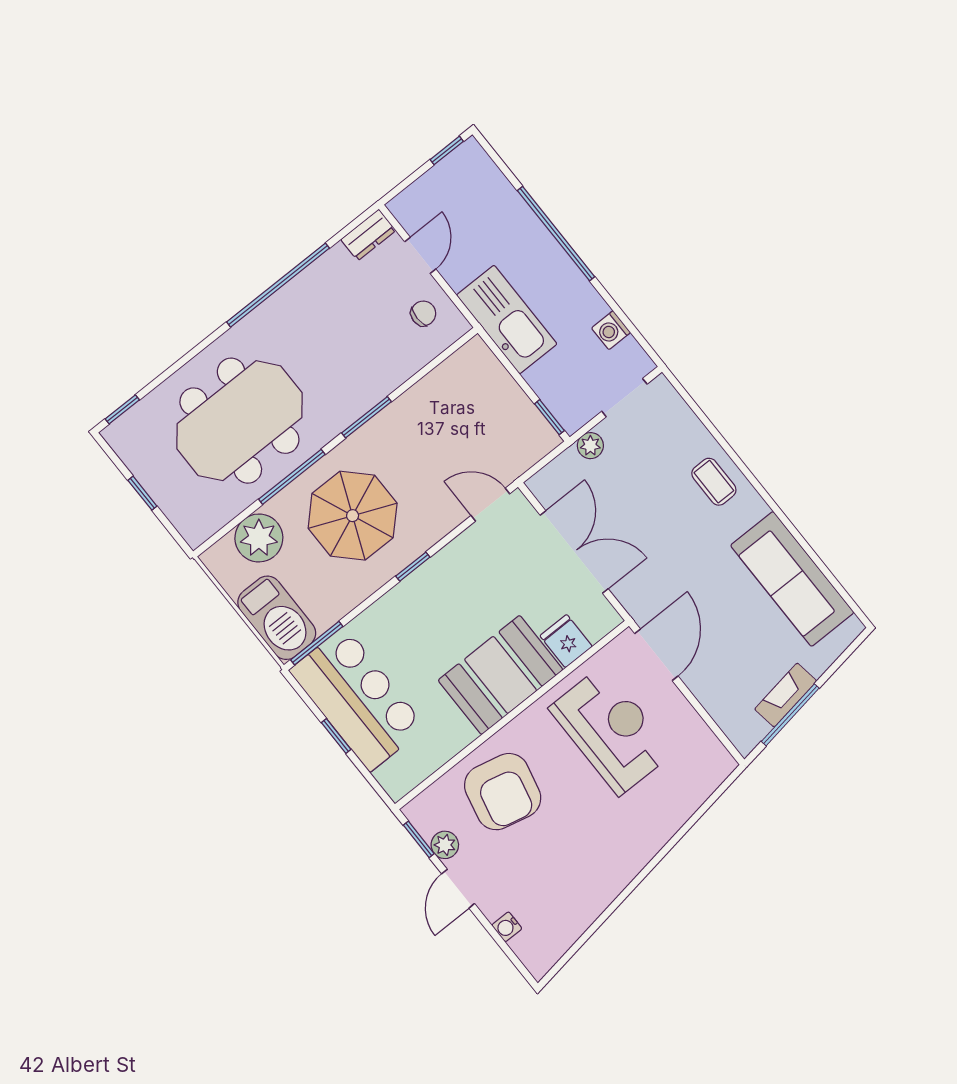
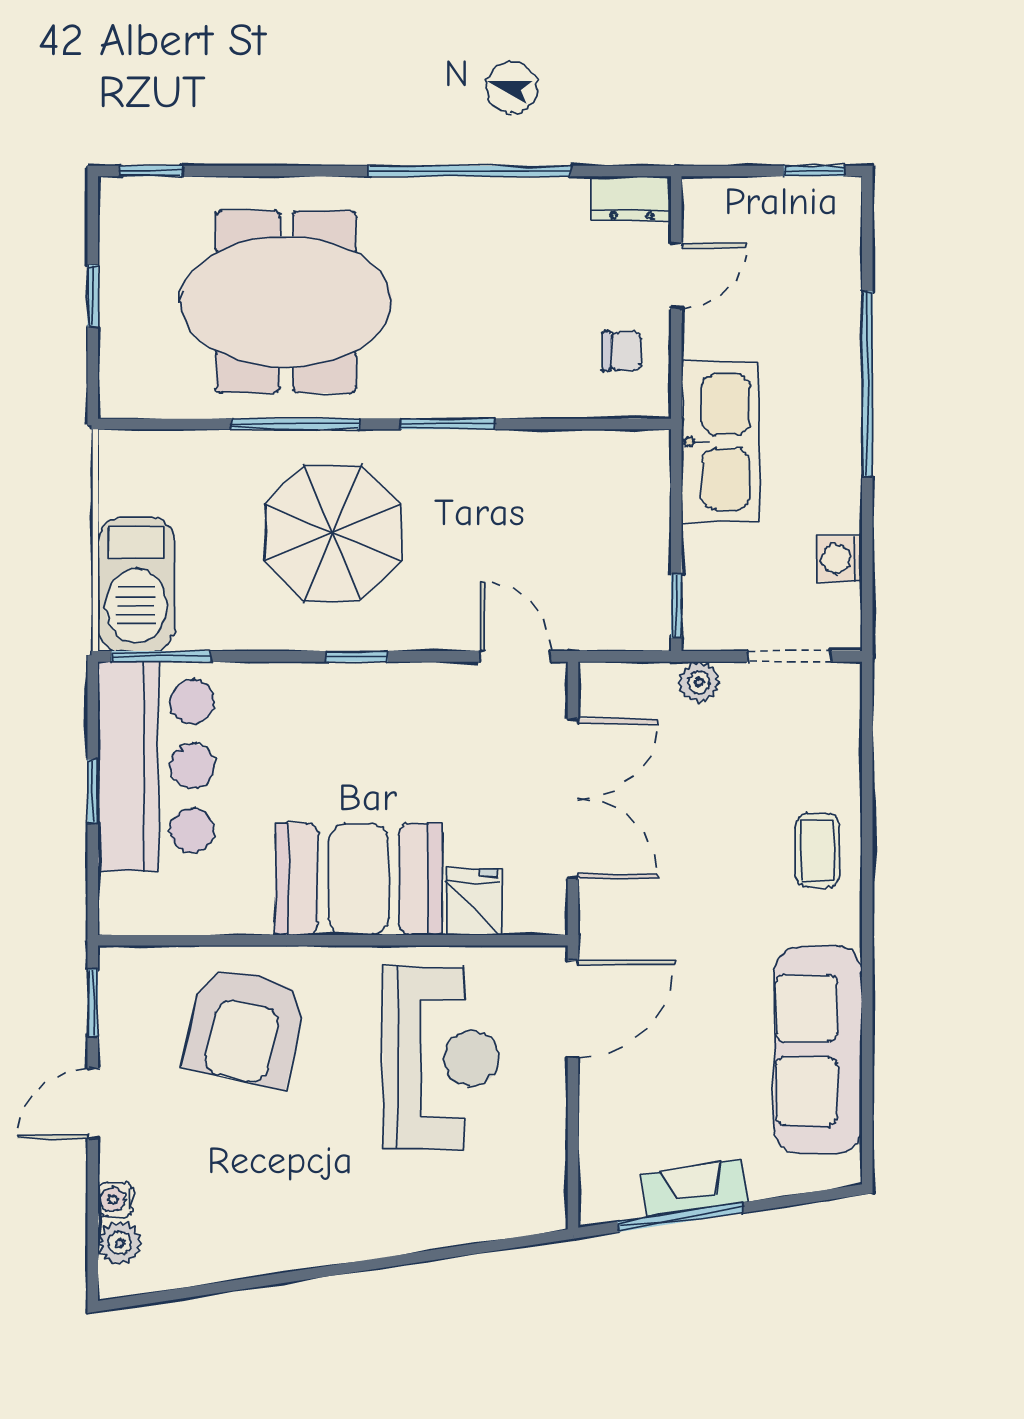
plant: (259, 538) -> (193, 467), removed
plant: (445, 845) -> (120, 1243), moved

